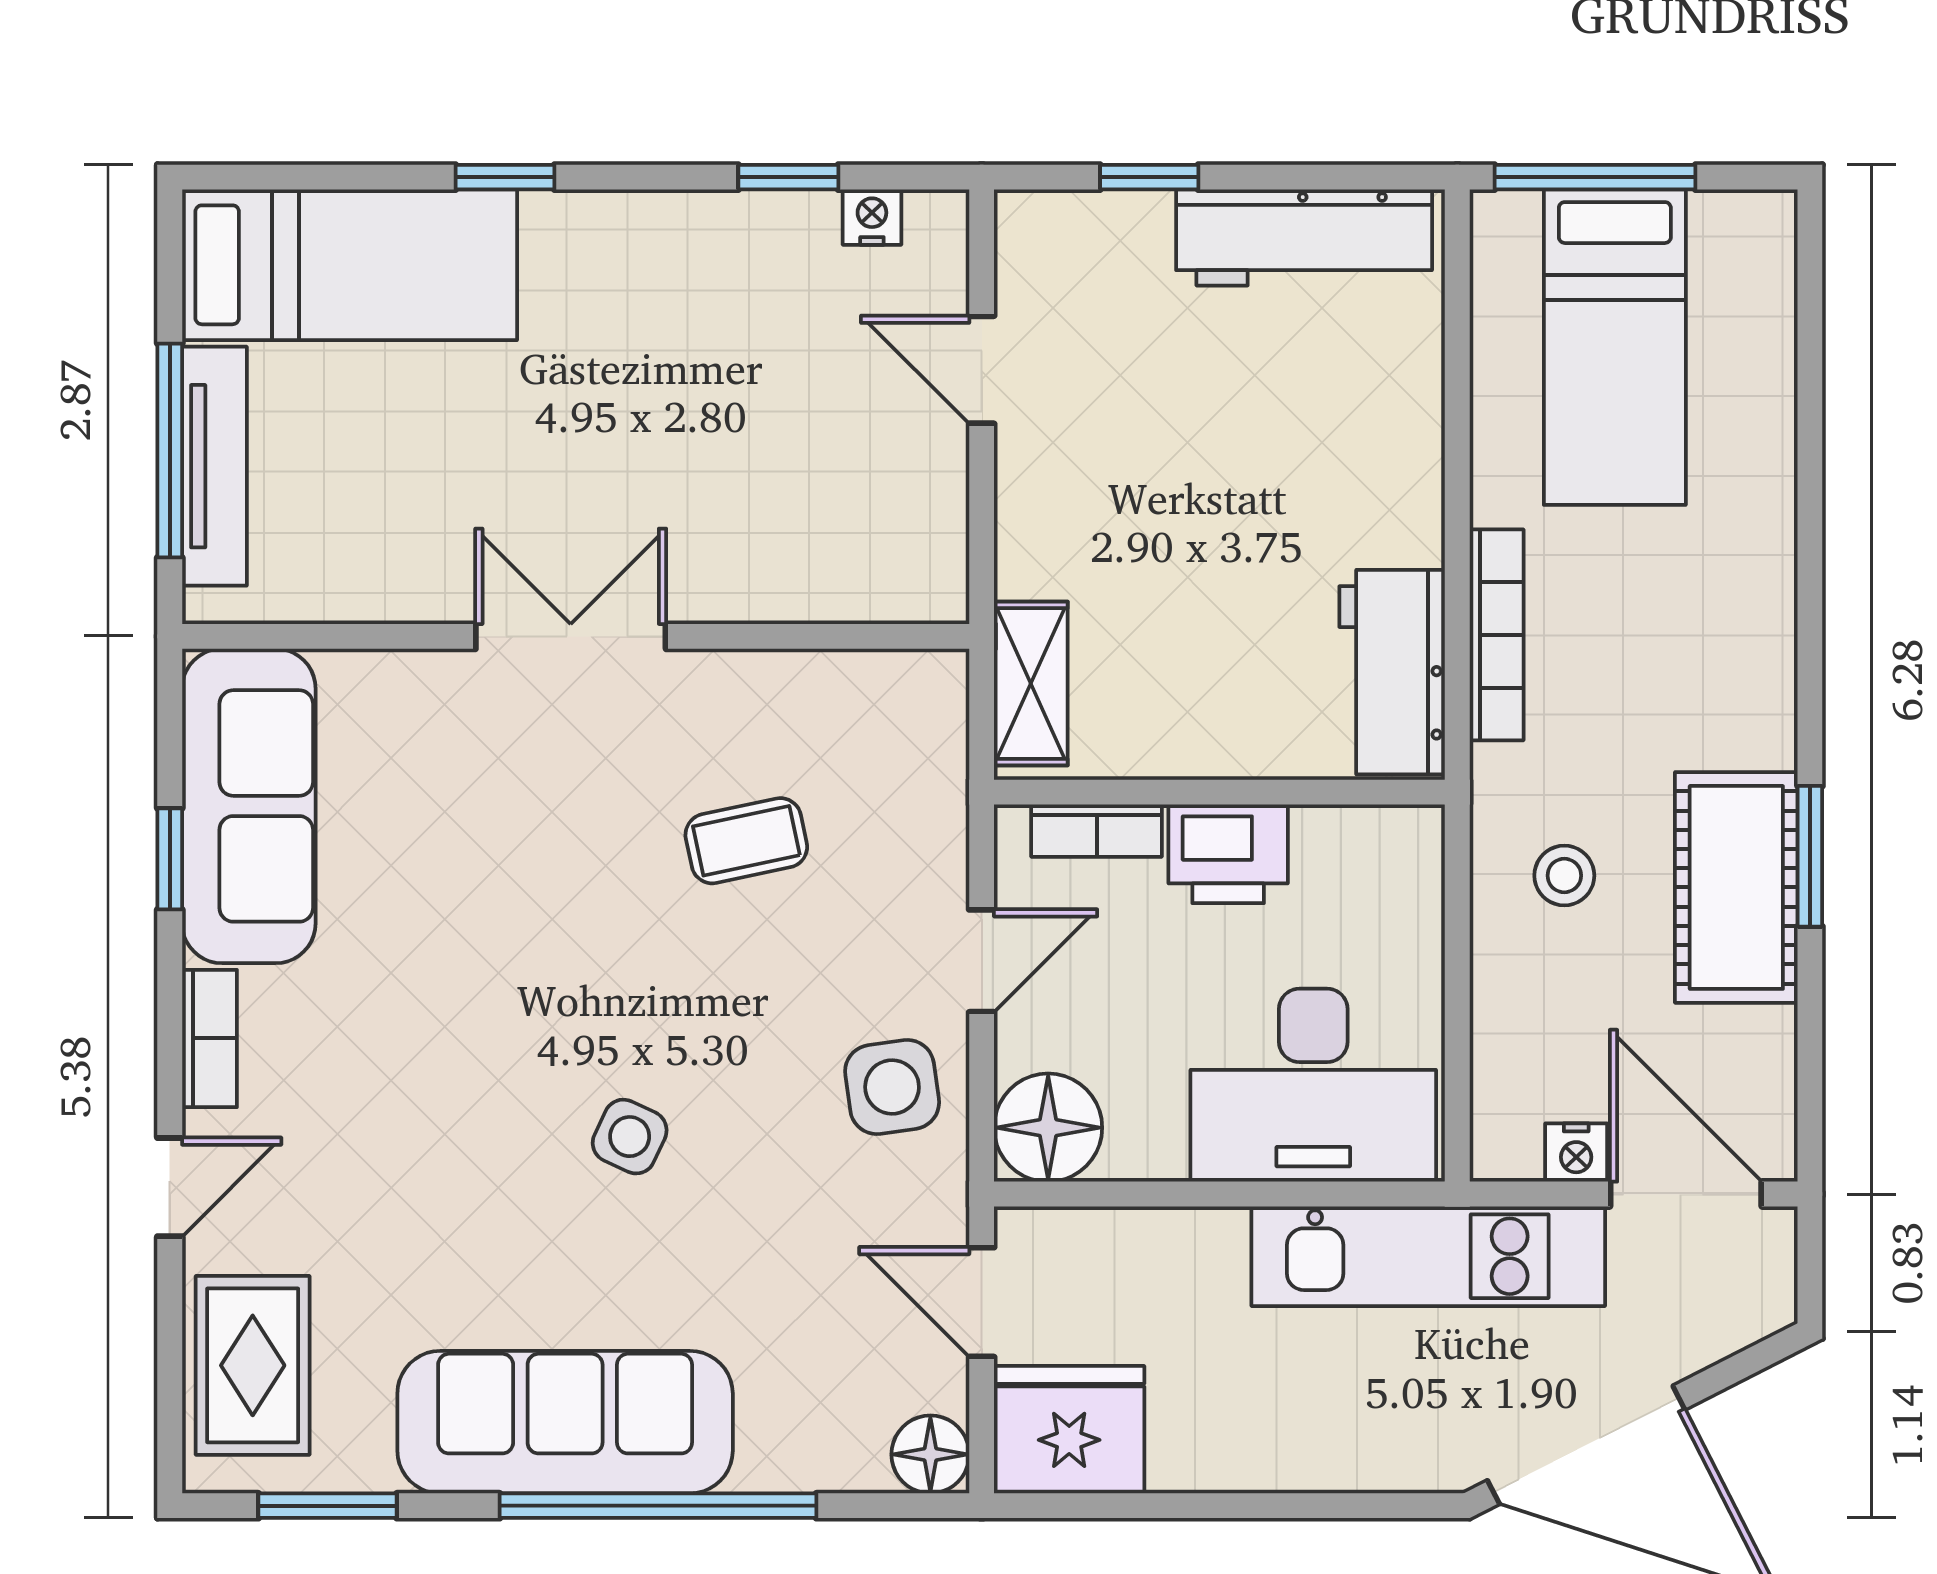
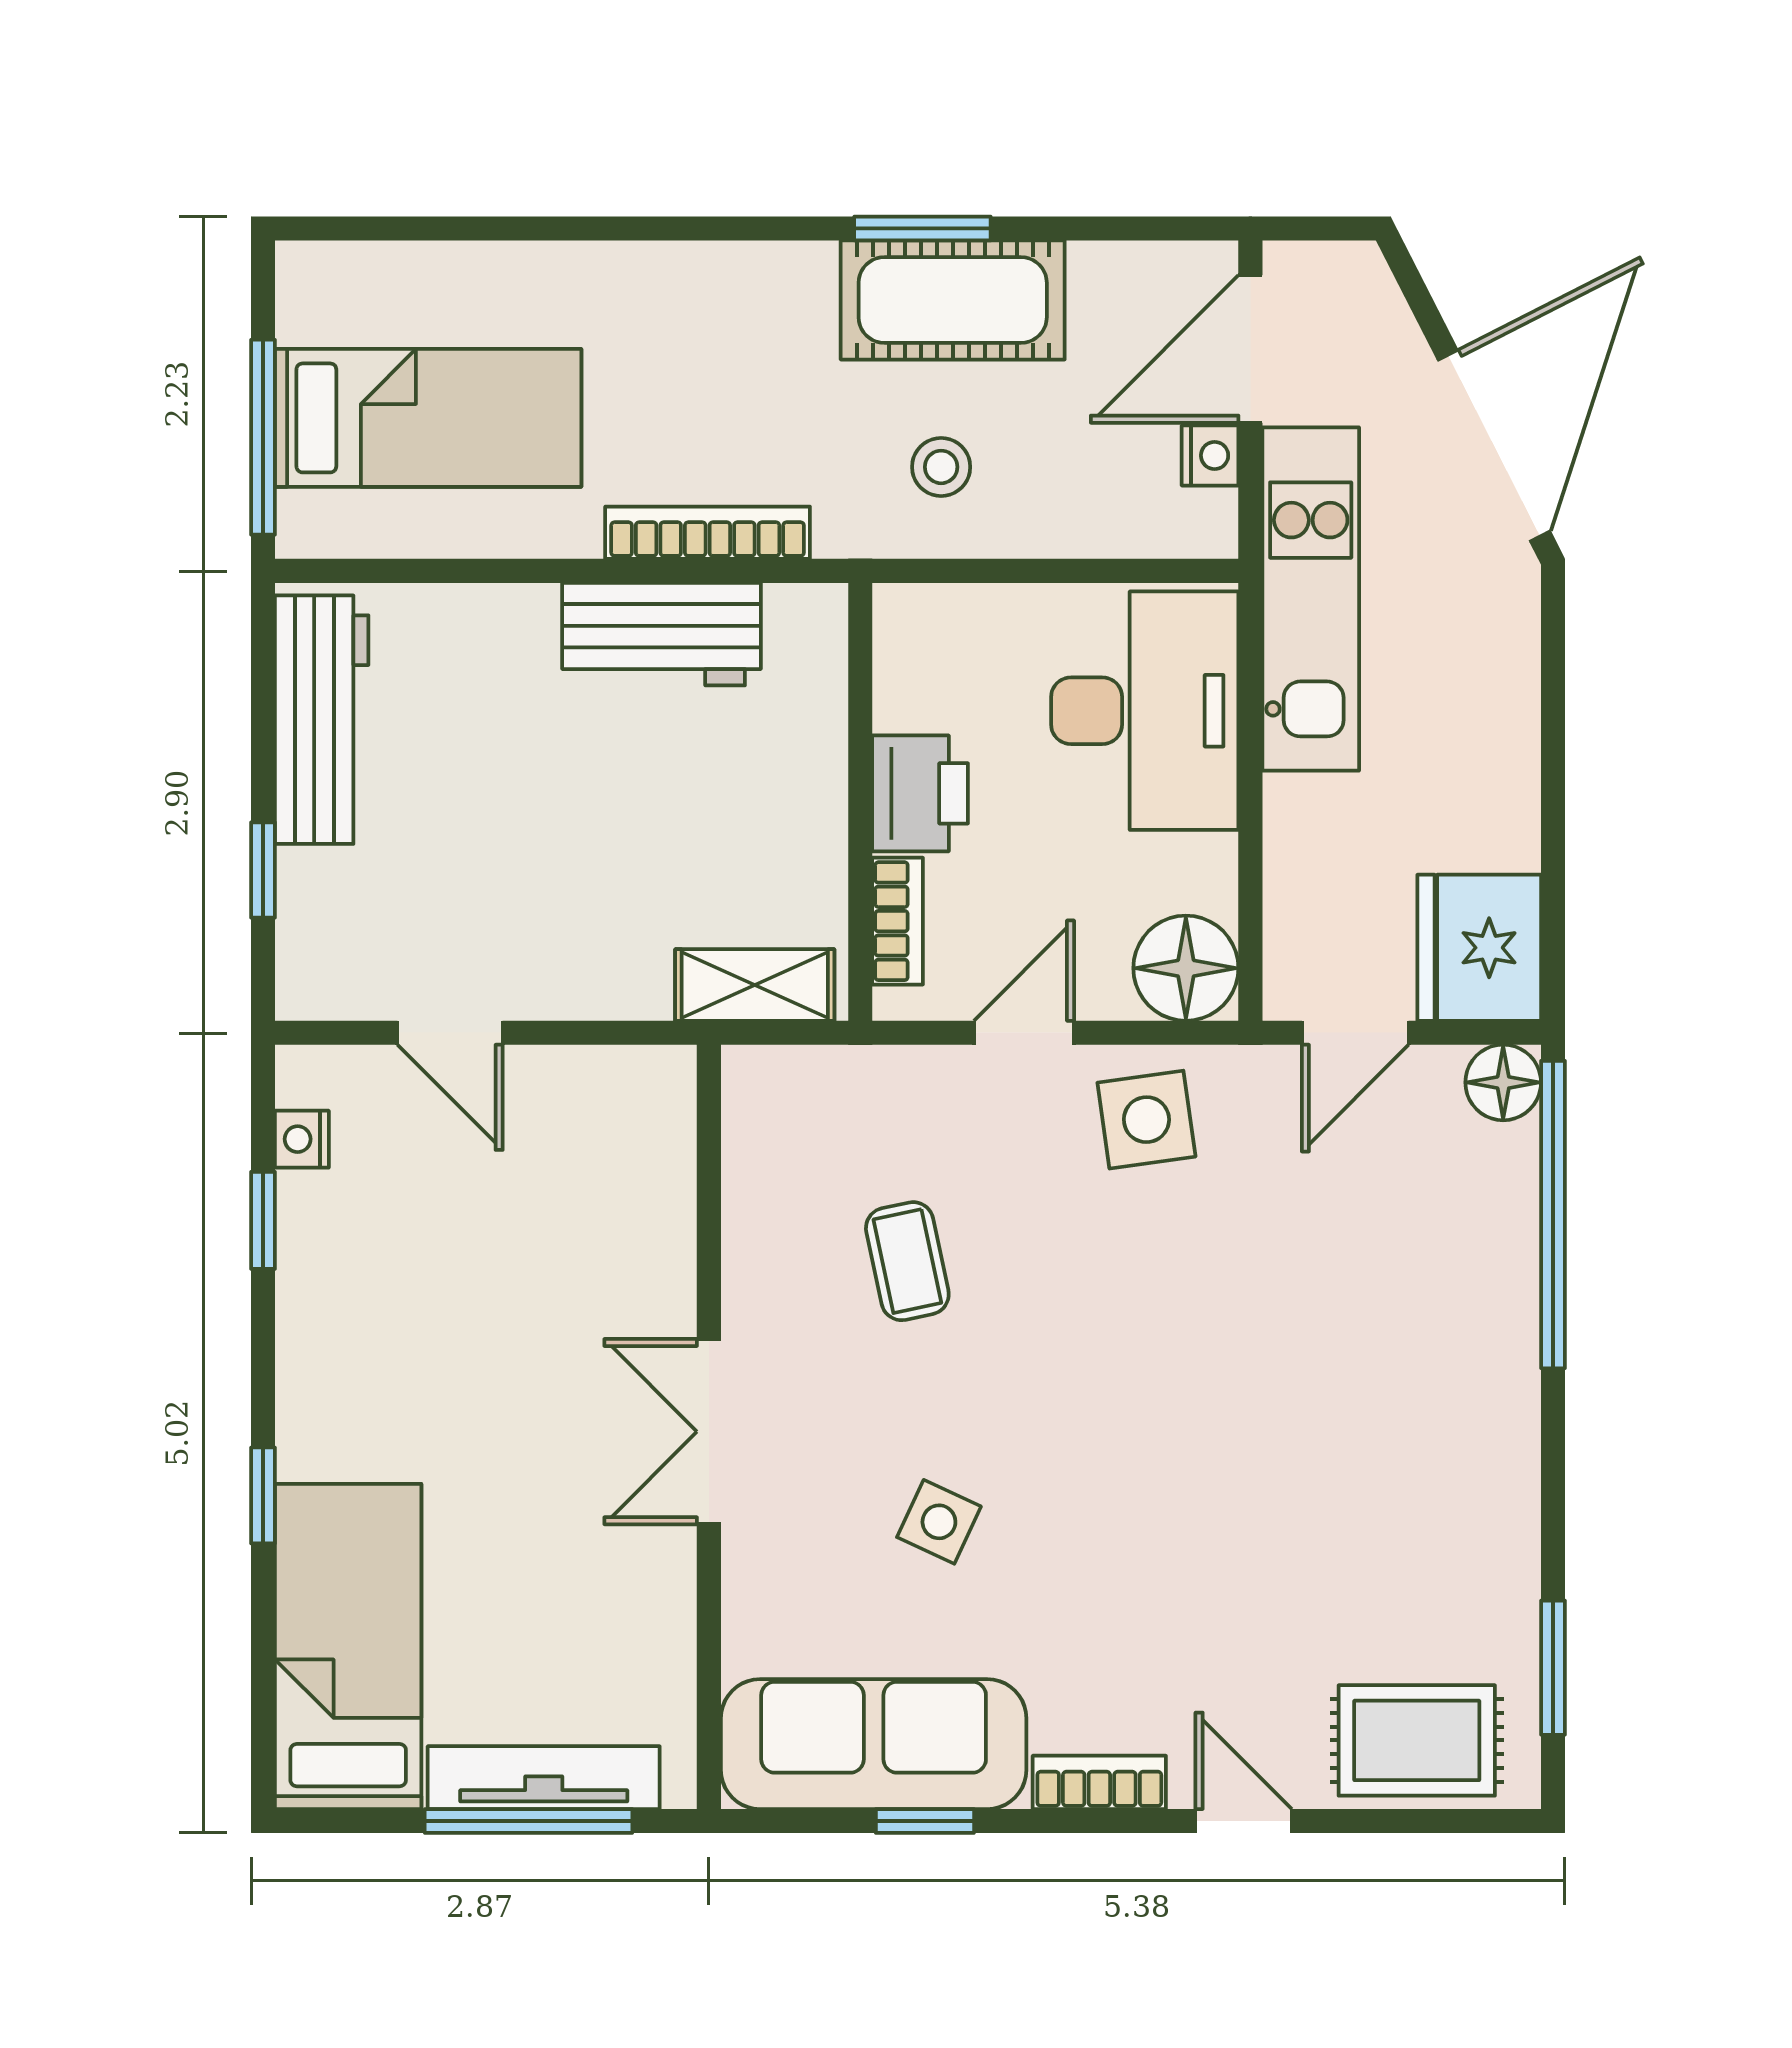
door: (982, 370) -> (450, 1033), hinge flipped
workbench: (1392, 672) -> (661, 634), moved
door: (982, 961) -> (1024, 1033), hinge flipped
side table: (630, 1137) -> (939, 1522), moved
sofa: (565, 1422) -> (1472, 1437), removed
window: (658, 1506) -> (1553, 1215), moved

